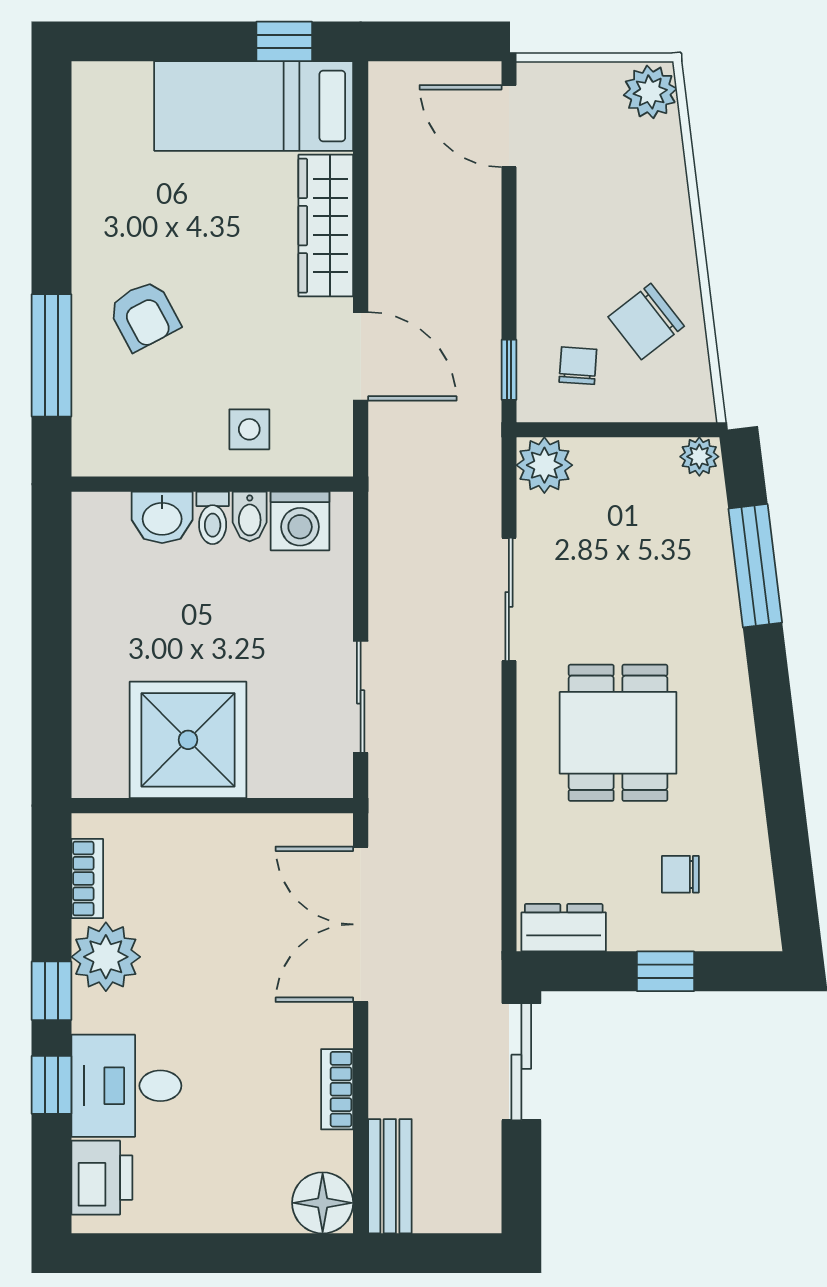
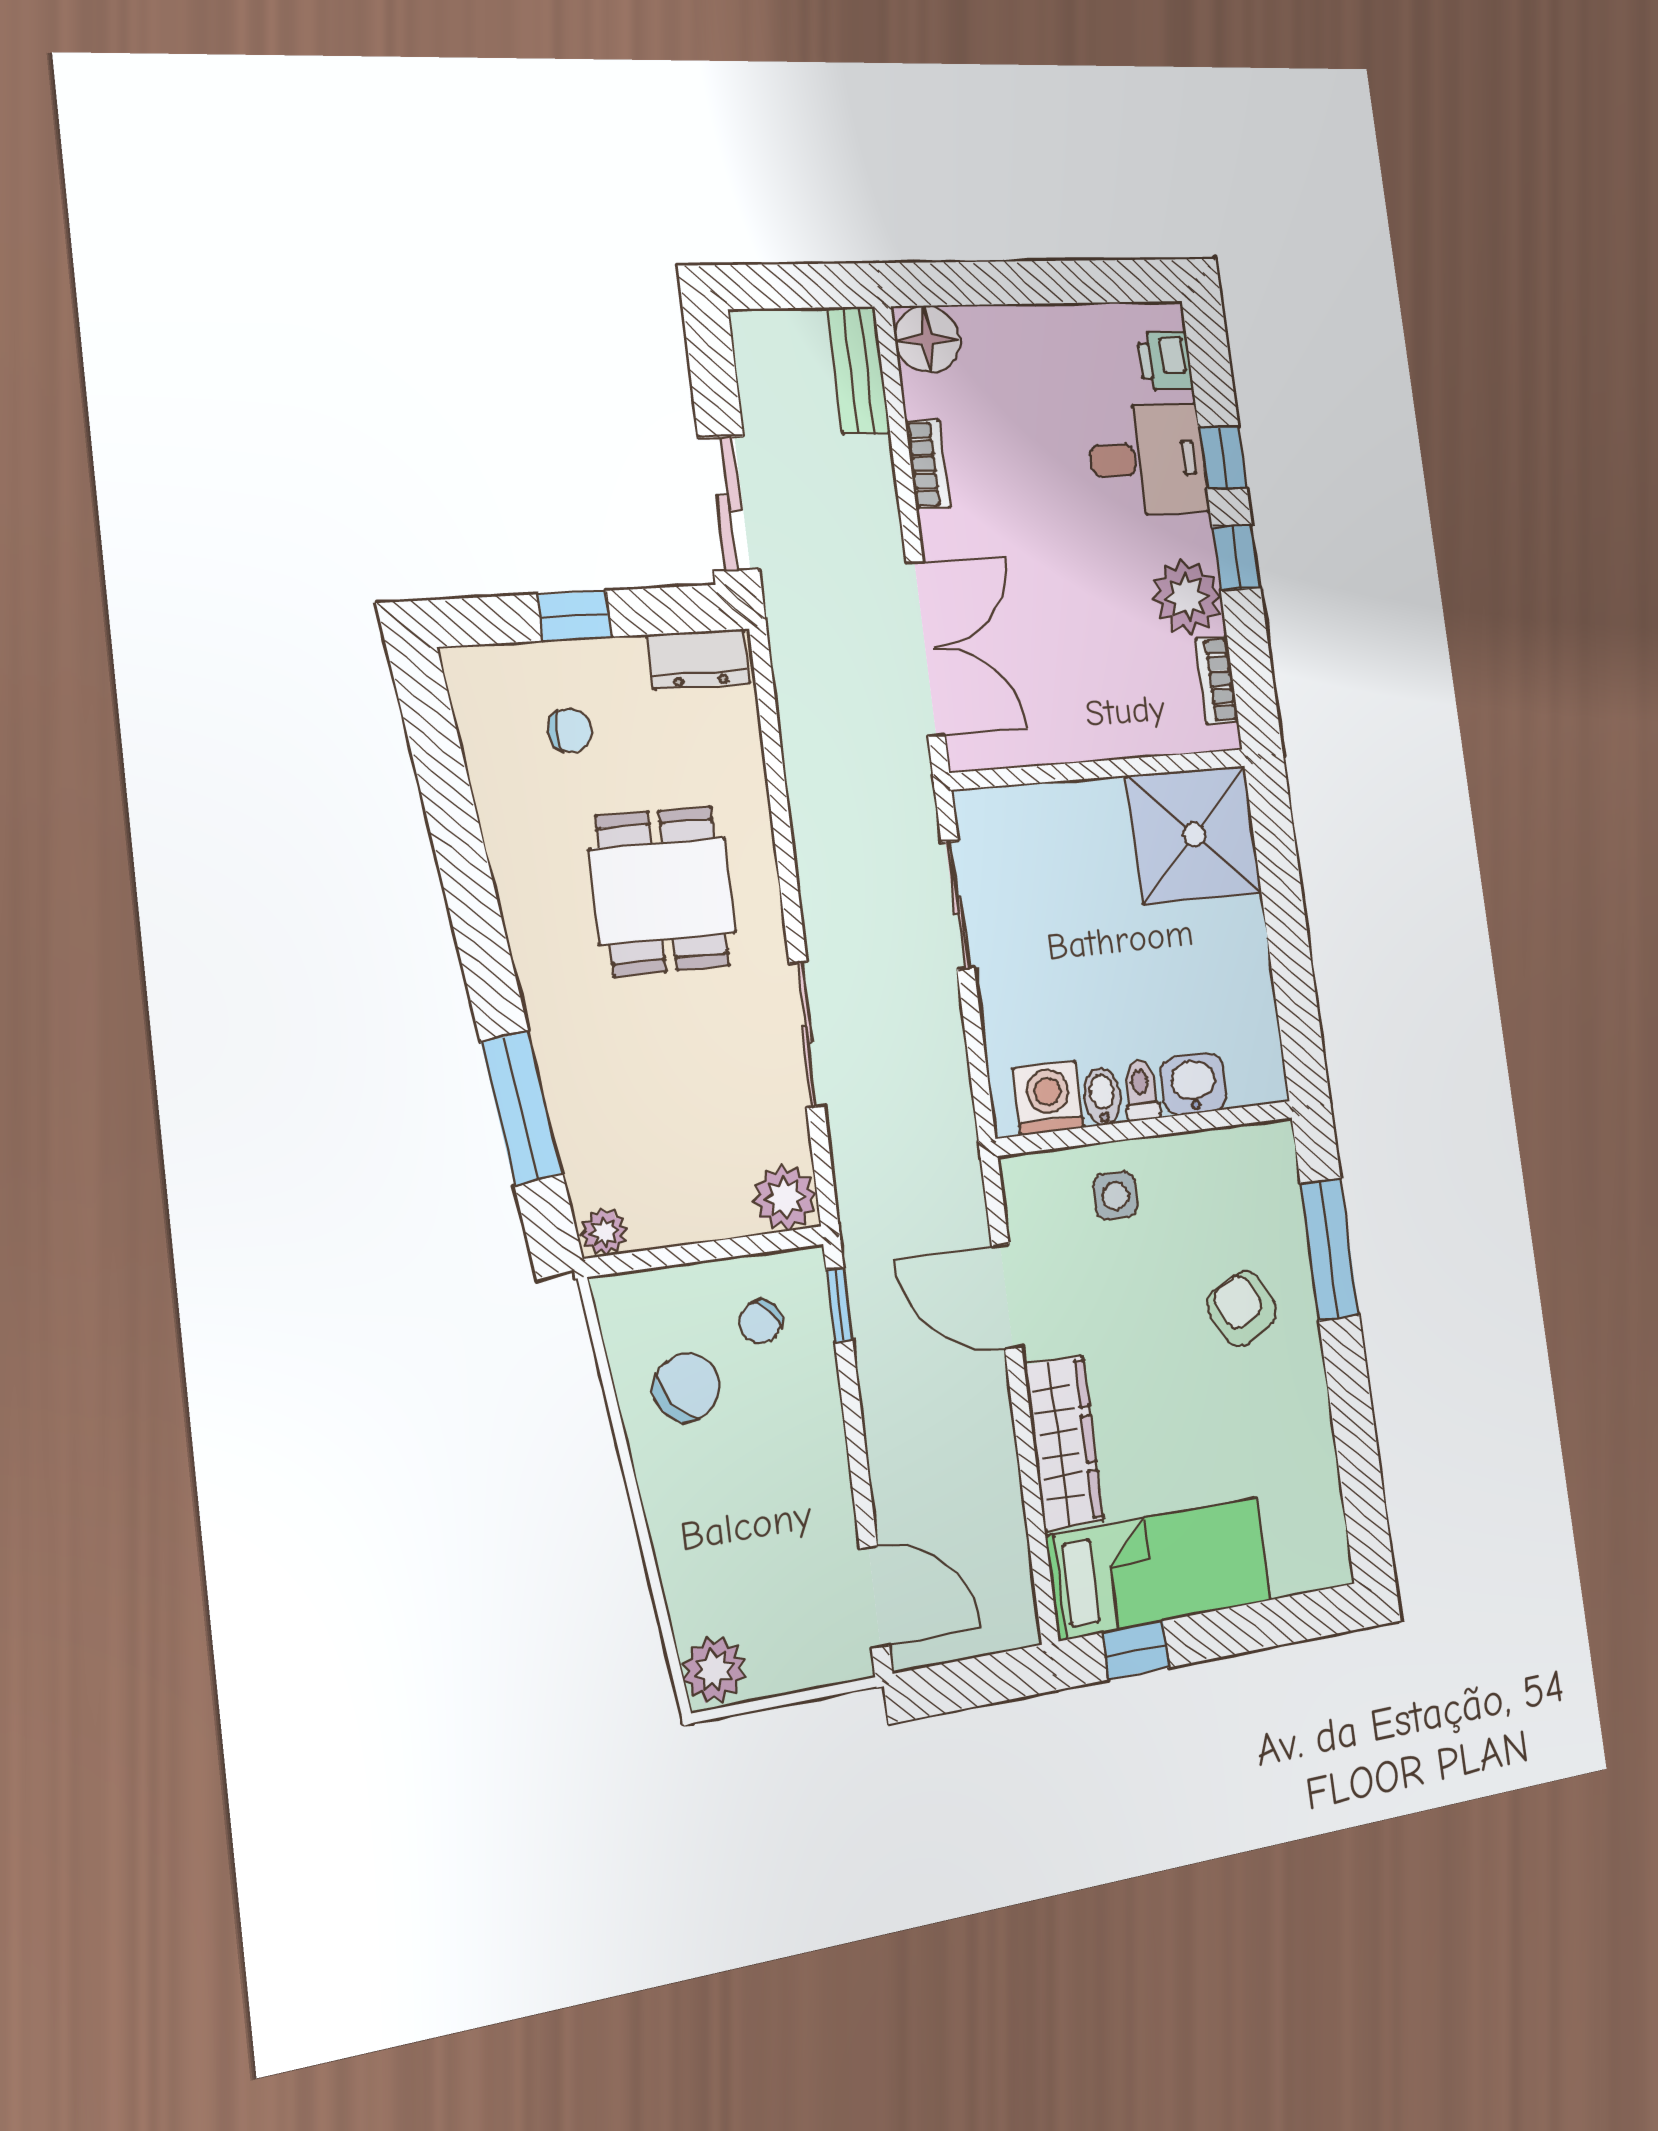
chair: (578, 366) -> (761, 1322), turned 43
shower: (188, 740) -> (1194, 834), moved
printer: (102, 1178) -> (1165, 360), width x0.73, depth x0.81

